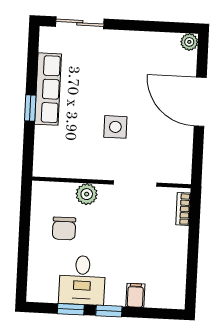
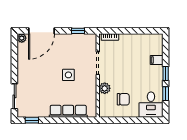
row of seats: (48, 89) -> (68, 111), moved
door: (200, 102) -> (41, 31), moved
window: (30, 108) -> (32, 120), moved
window: (198, 149) -> (78, 31), added
desk: (82, 280) -> (151, 105), moved, turned 90

